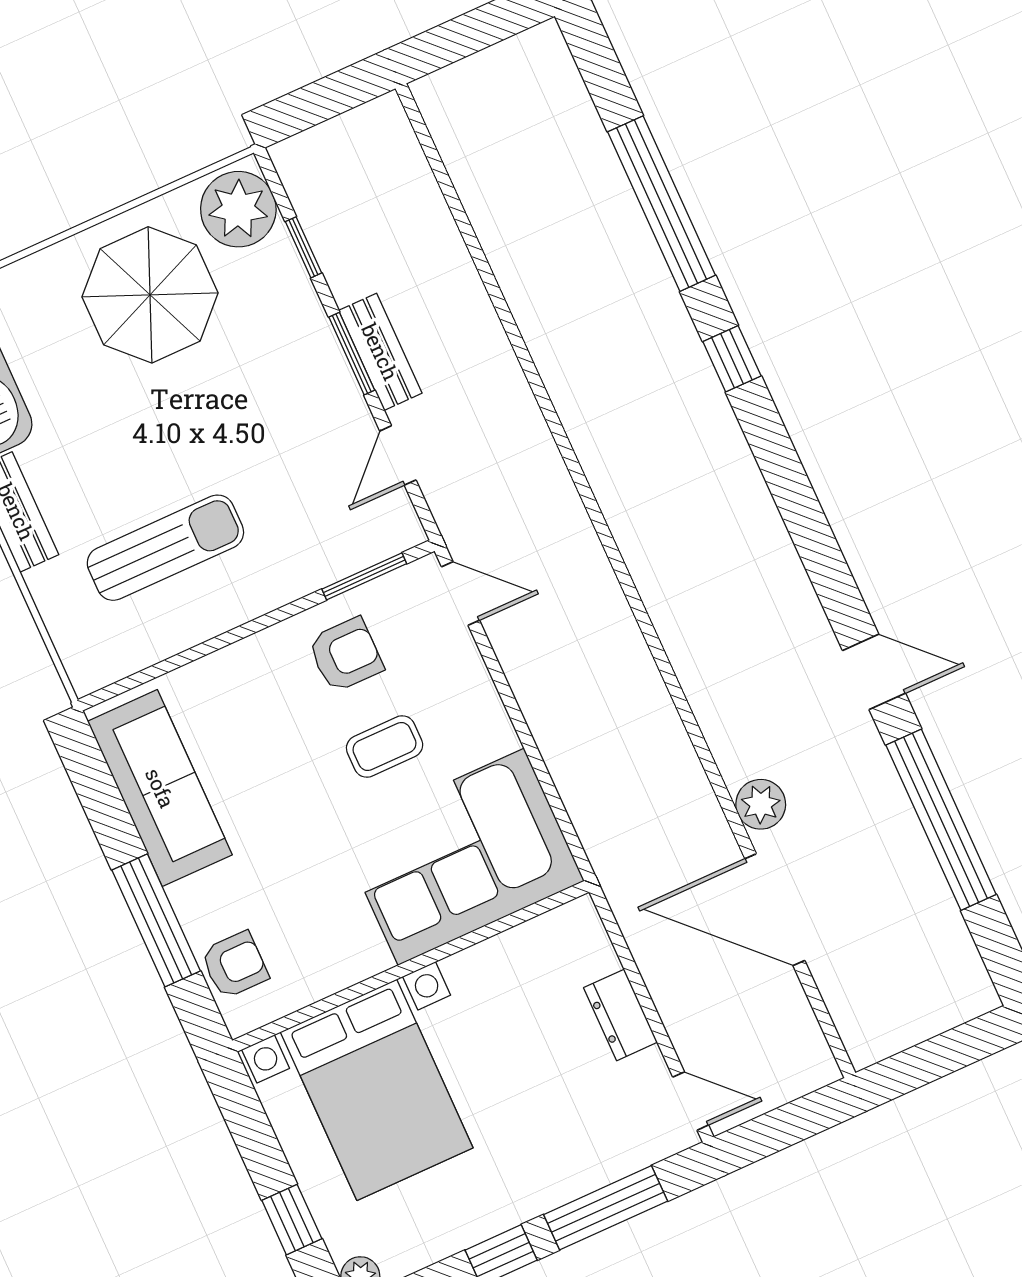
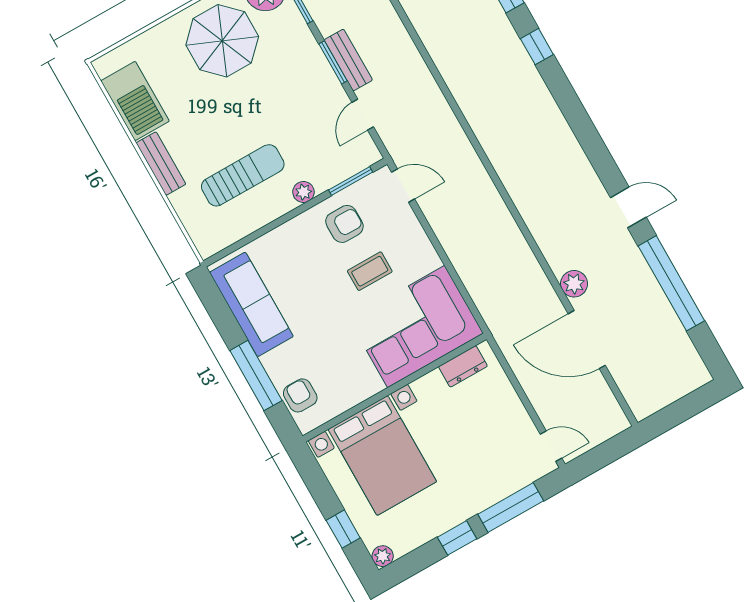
plant: (275, 589) -> (303, 192), added
armchair: (235, 965) -> (300, 395), turned -90
dresser: (620, 1015) -> (463, 366), moved, turned -90

